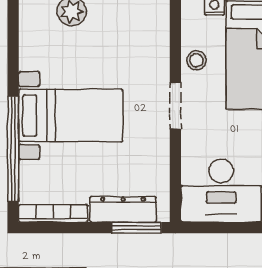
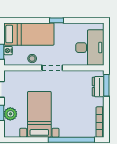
bed with nightstands: (71, 115) -> (39, 114), moved
dresser: (123, 209) -> (98, 87), width x0.70

